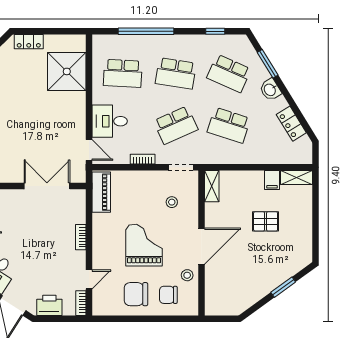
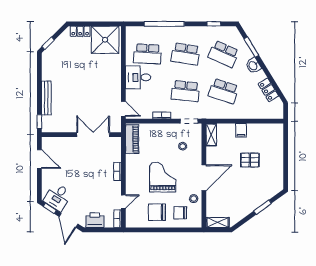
shower: (67, 71) -> (105, 40), moved
desk: (110, 121) -> (138, 77), moved
school desk: (176, 125) -> (185, 91), turned 30
shelving: (296, 178) -> (218, 222), moved
filing cabinet: (272, 180) -> (241, 130), moved

